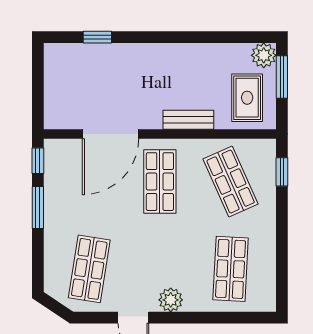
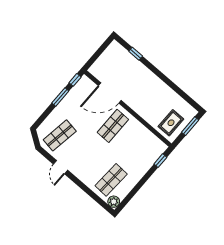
plant: (264, 55) -> (190, 113), removed
bench: (188, 120) -> (143, 112), removed
shop shelf: (231, 182) -> (139, 148), removed
plant: (171, 300) -> (114, 202), moved

